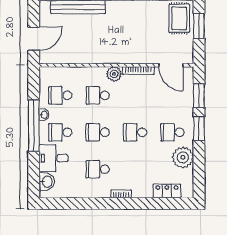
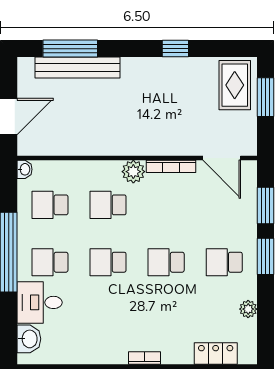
washbasin: (44, 115) -> (25, 169), moved
plant: (183, 157) -> (248, 309), width x0.53, depth x0.53
school desk: (98, 169) -> (108, 320), removed

